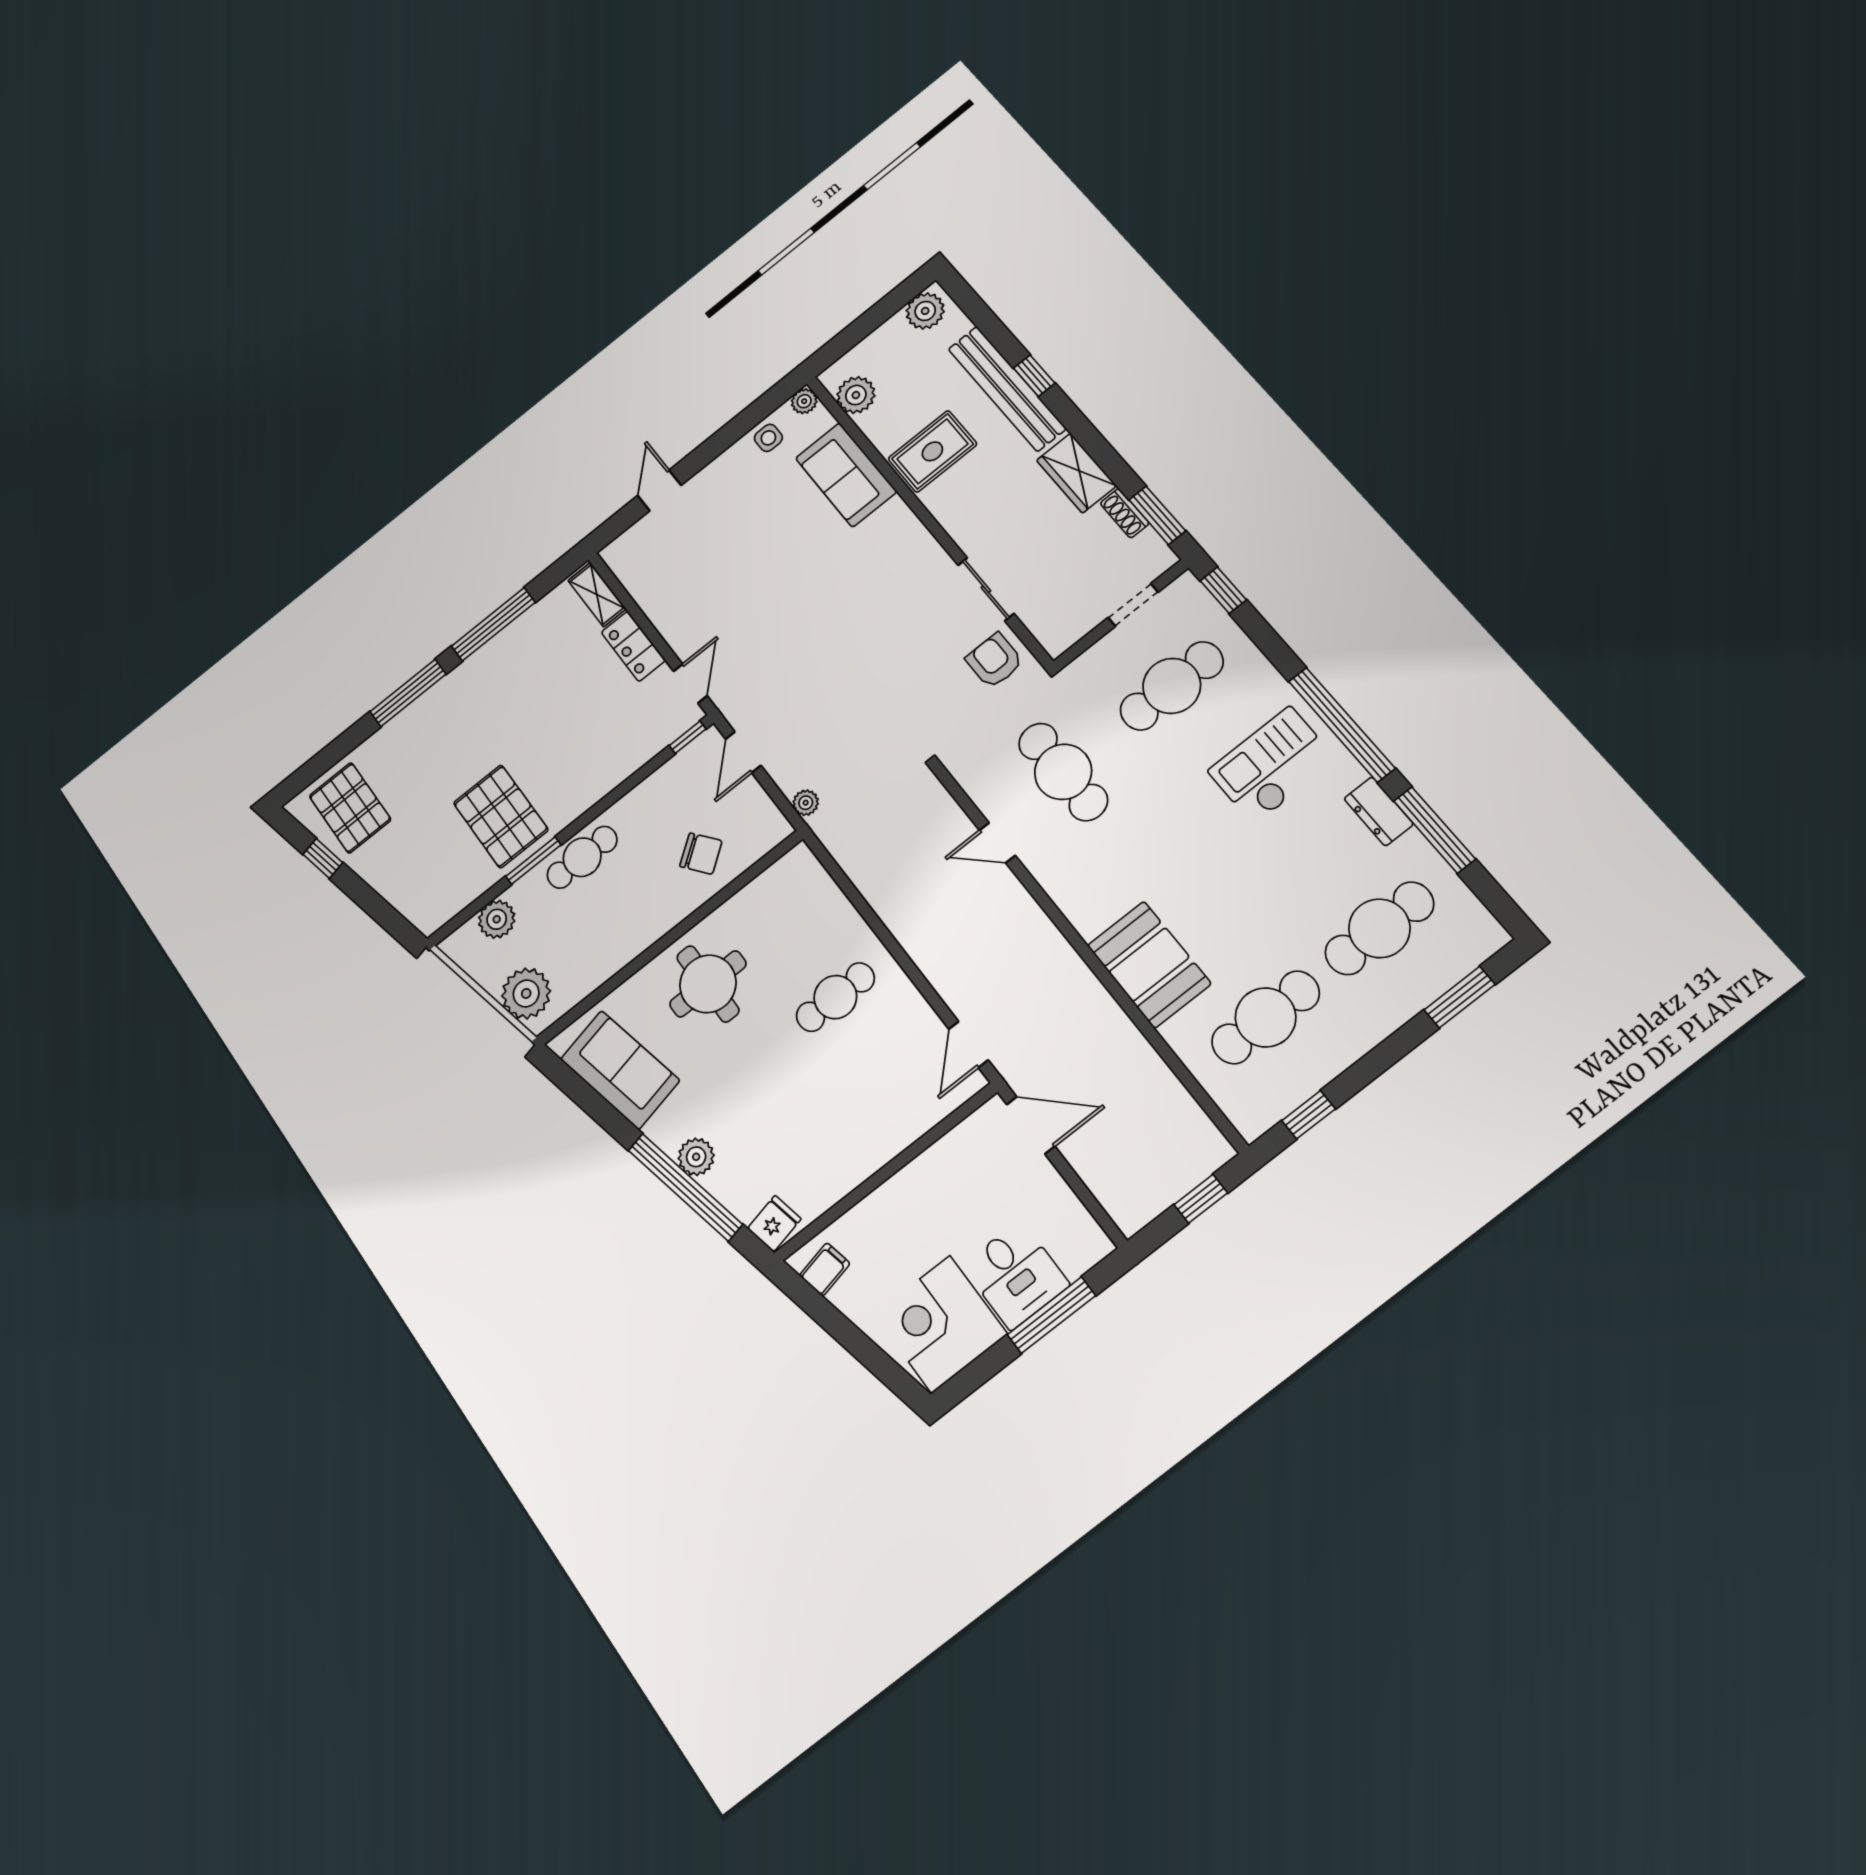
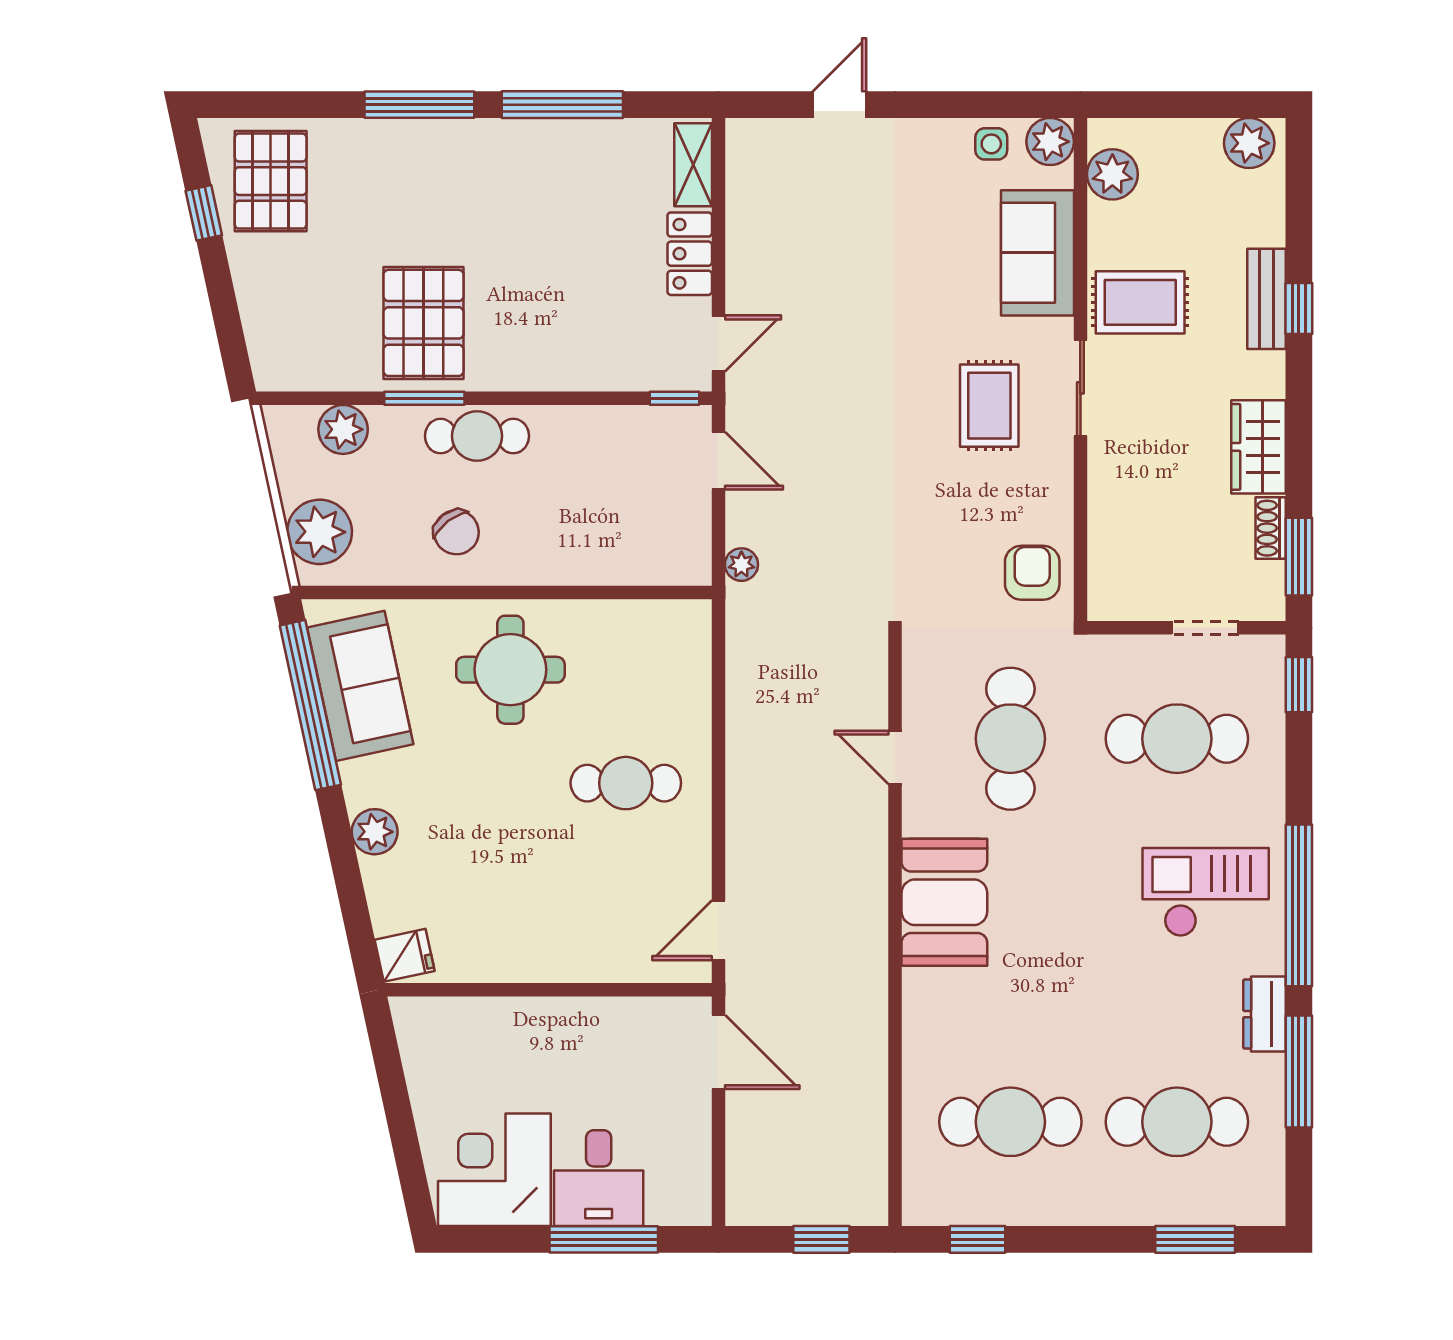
bench: (1007, 389) -> (1267, 299), width x0.54, depth x0.82
plant: (804, 401) -> (1050, 142), width x1.38, depth x1.38
rug: (887, 585) -> (989, 406), added
sliding door: (986, 589) -> (1080, 388), moved
door: (743, 752) -> (718, 461), swing flipped
chair: (701, 854) -> (456, 532), moved
booth: (1149, 965) -> (944, 902), moved
window: (685, 1187) -> (310, 705), moved
filing cabinet: (825, 1269) -> (422, 1036), removed

